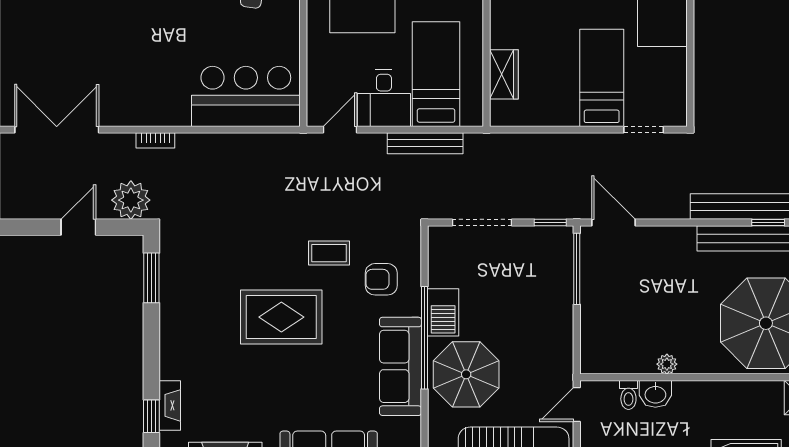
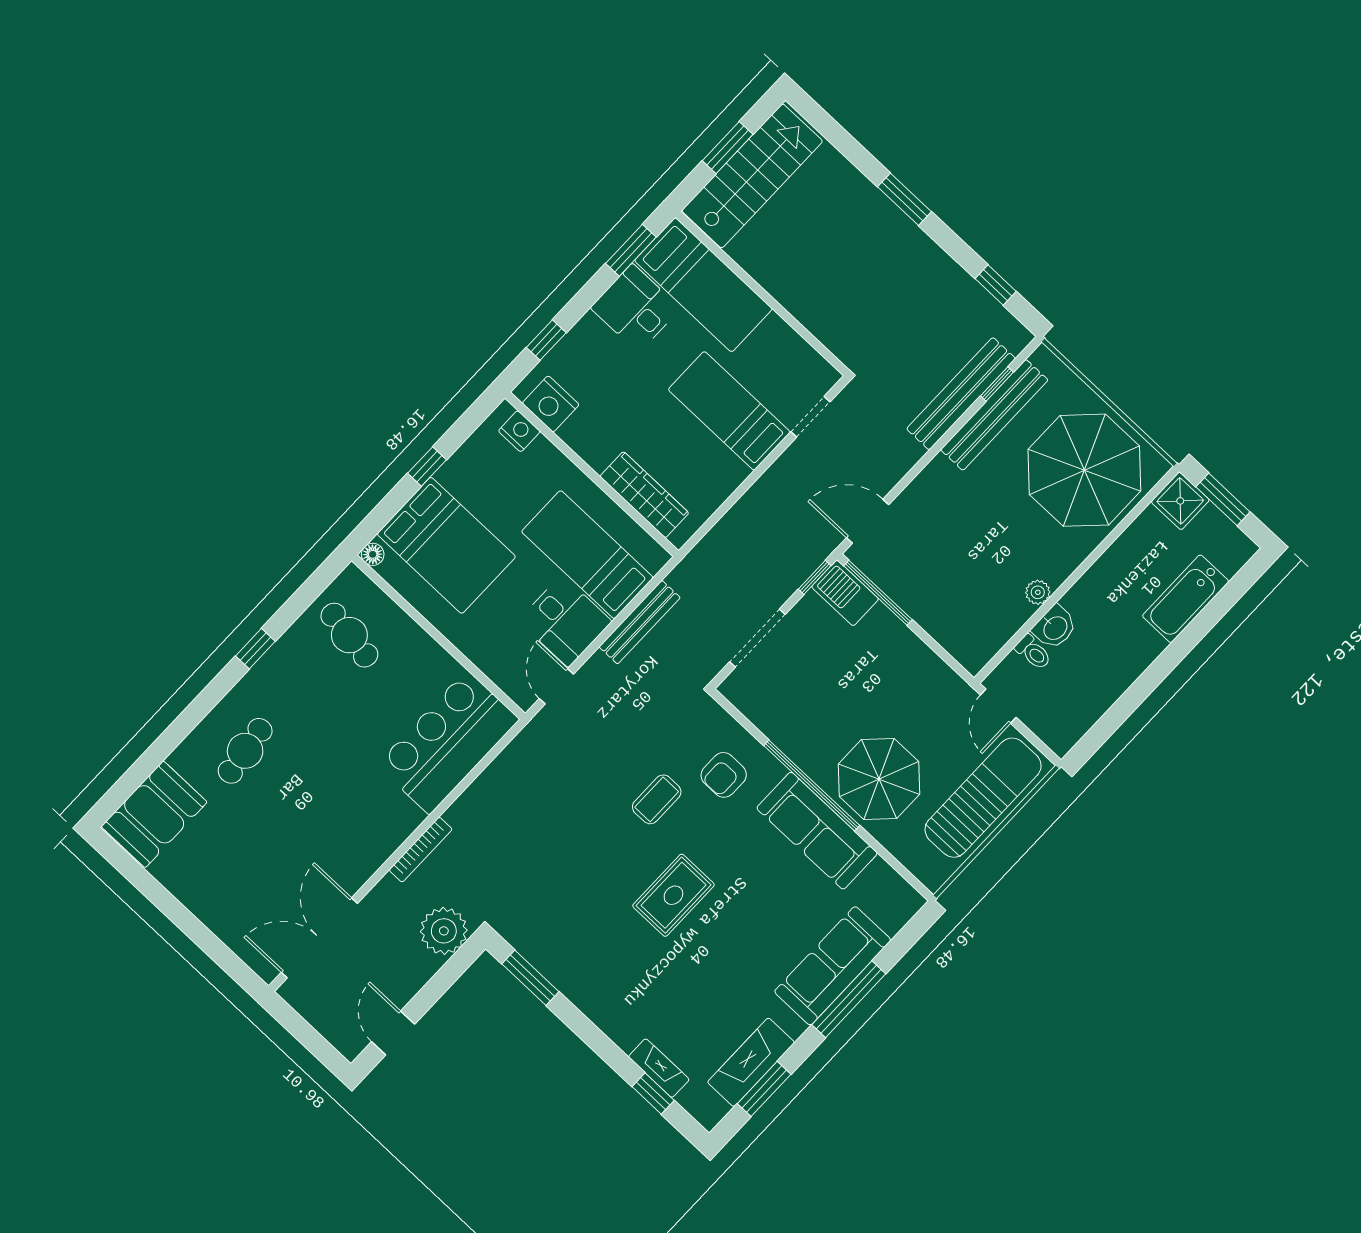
wardrobe: (504, 74) -> (644, 495), width x1.50
bookcase: (155, 140) -> (421, 850), width x1.56
door: (78, 227) -> (393, 1033), moved
barbecue: (443, 312) -> (845, 593), moved, turned 180
rug: (281, 317) -> (673, 895), width x0.73, depth x0.70

